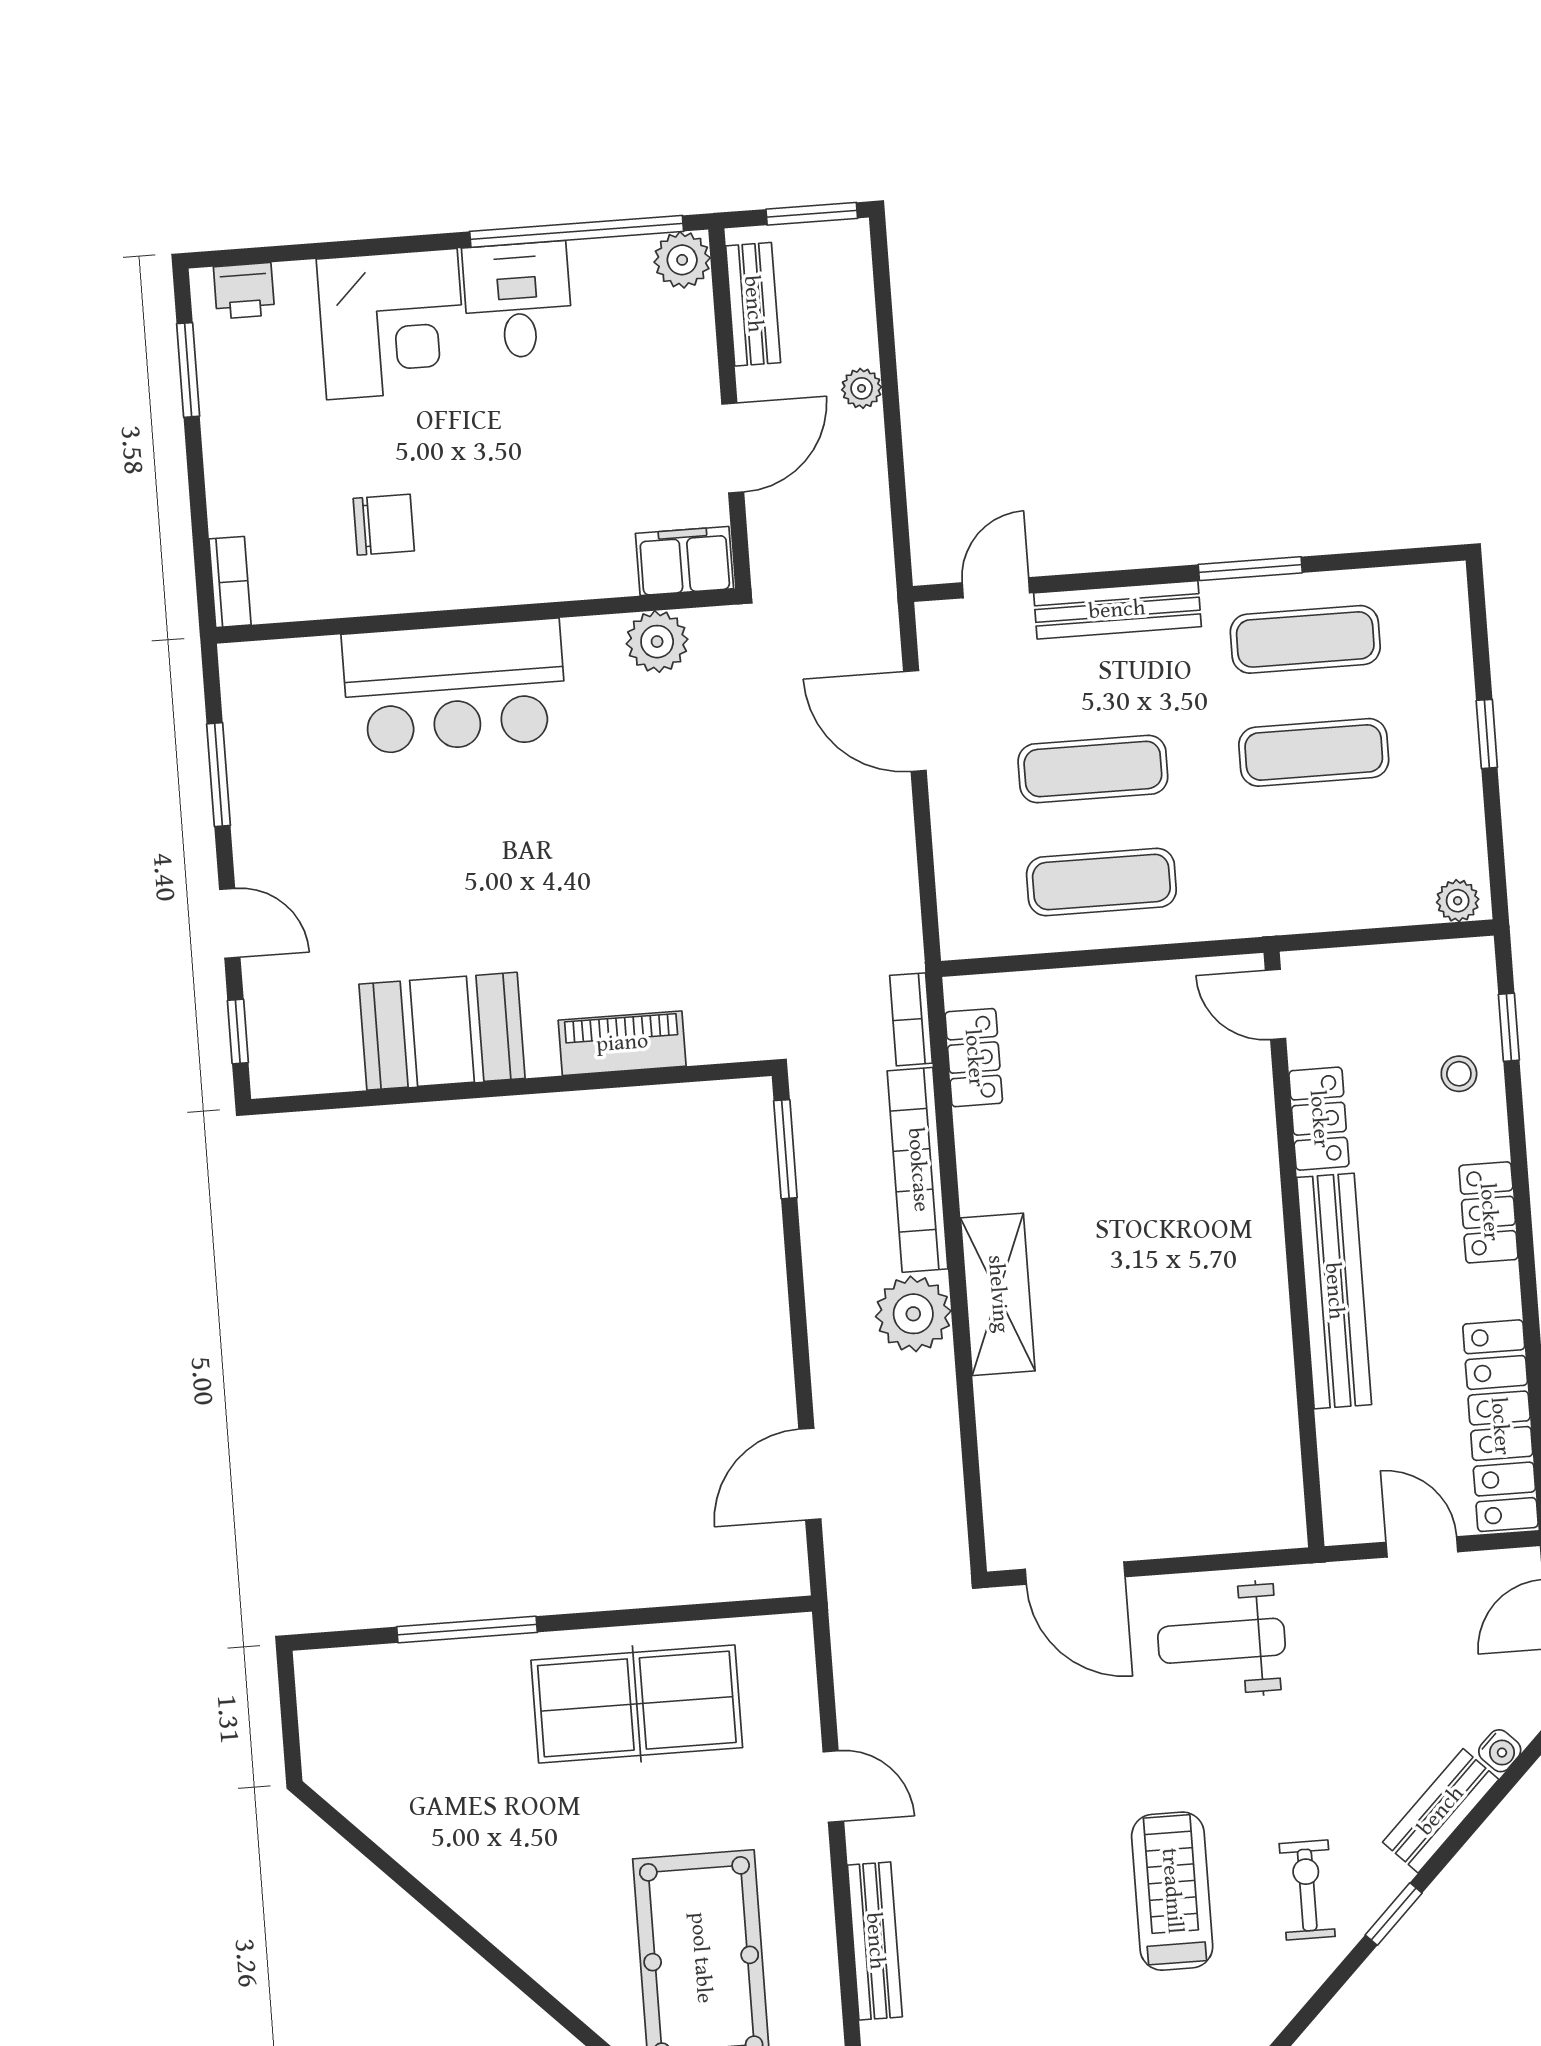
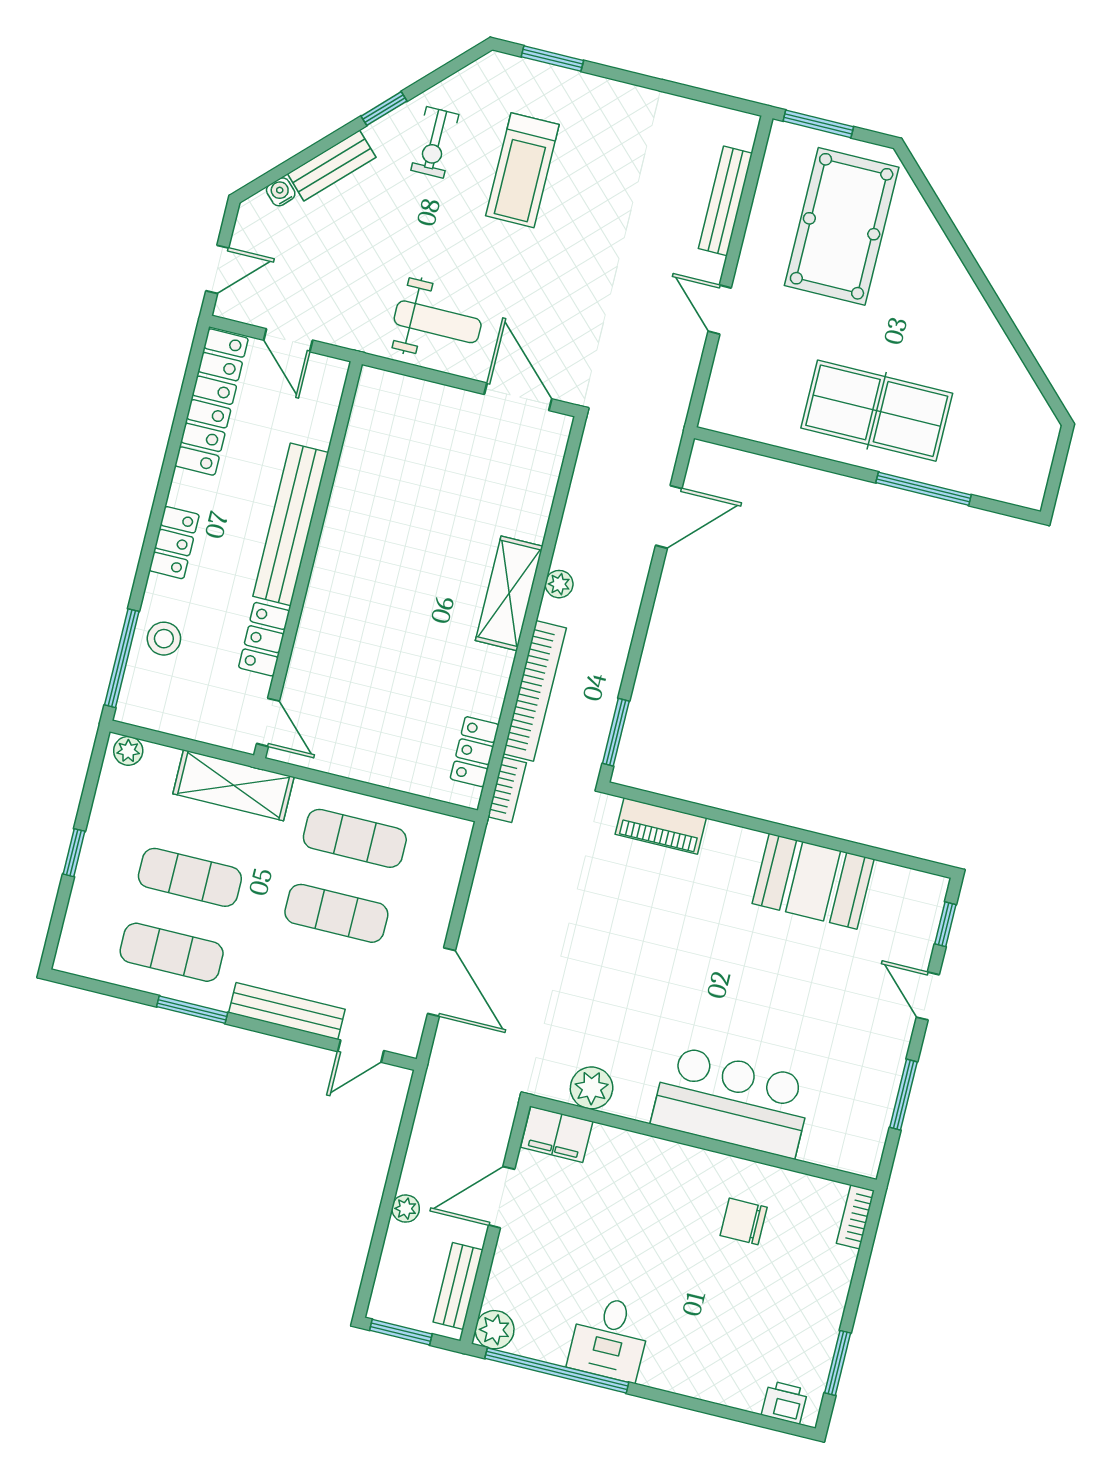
corner desk: (392, 324) -> (696, 1349), removed
shelving: (1295, 901) -> (234, 785), added
window: (1509, 1027) -> (122, 658), width x2.17
piano: (622, 1043) -> (661, 826), moved
stool: (1459, 1074) -> (164, 639), width x1.37, depth x1.37
plant: (913, 1314) -> (559, 584), width x0.53, depth x0.53
table tennis table: (637, 1704) -> (877, 411), moved

